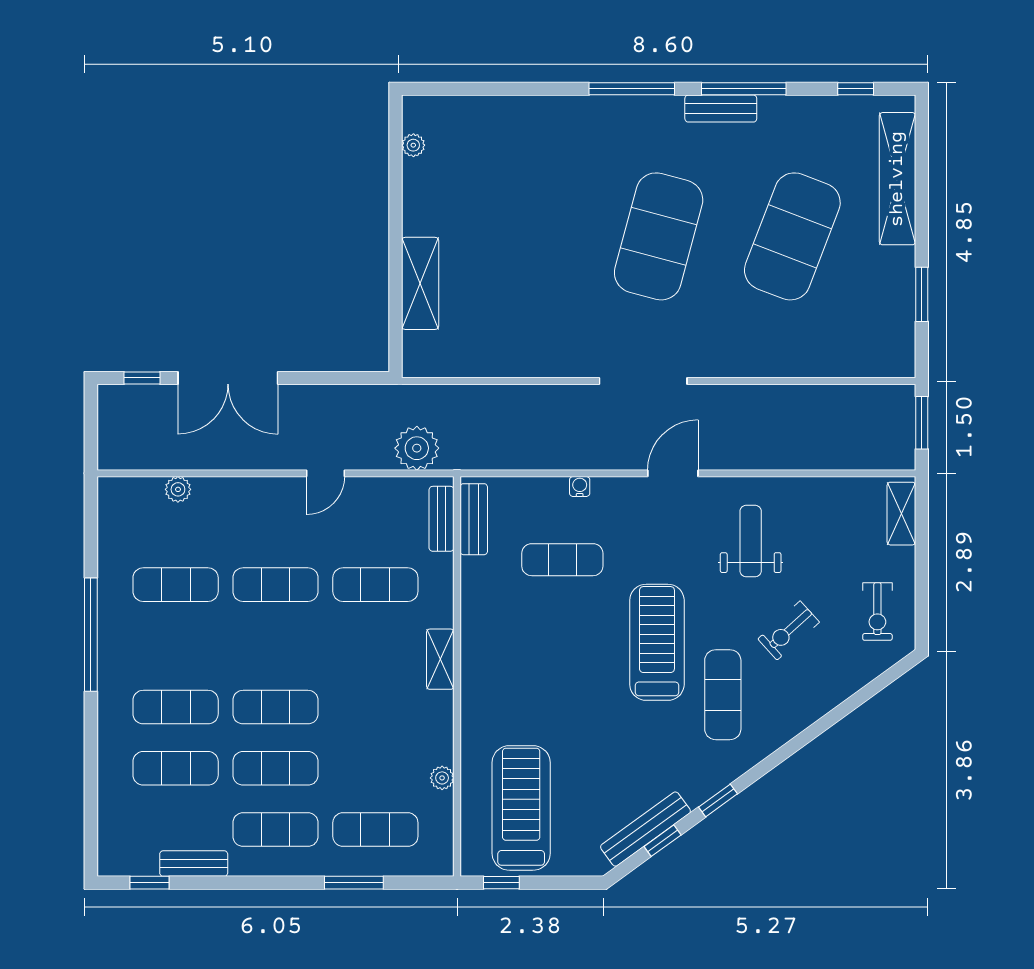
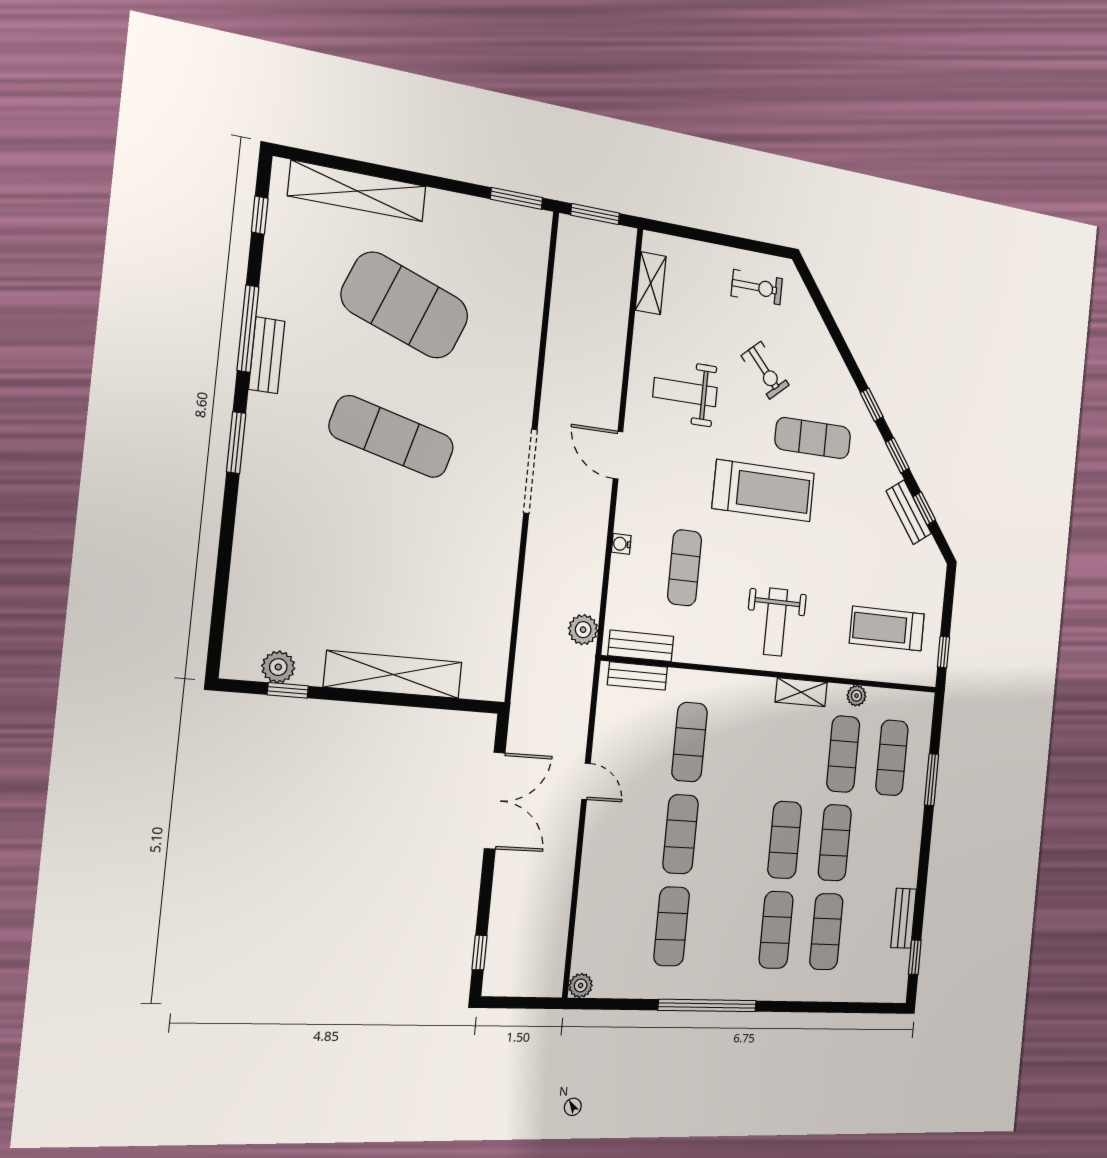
window: (632, 89) -> (236, 443), width x0.69
plant: (413, 145) -> (278, 667), width x1.38, depth x1.38
window: (395, 161) -> (288, 690), added
exercise mat: (659, 236) -> (392, 437), width x0.68
shelving: (420, 283) -> (393, 675), width x1.47
window: (922, 294) -> (517, 198), moved
double door: (228, 378) -> (495, 801), moved
plant: (417, 448) -> (583, 630), moved, width x0.73, depth x0.73
plant: (178, 489) -> (581, 985), moved
shelving: (901, 514) -> (651, 283), moved, turned 90
treadmill: (657, 642) -> (764, 491), turned 180
shelving: (440, 659) -> (801, 692), moved
weight bench: (515, 671) -> (776, 622), added
window: (770, 763) -> (872, 405), added
treadmill: (521, 808) -> (887, 629), width x0.73, depth x0.73
bench: (645, 829) -> (909, 512), width x0.73
exercise mat: (275, 830) -> (843, 754), moved

